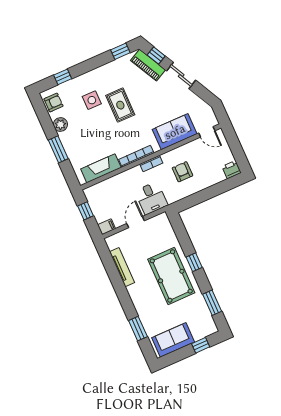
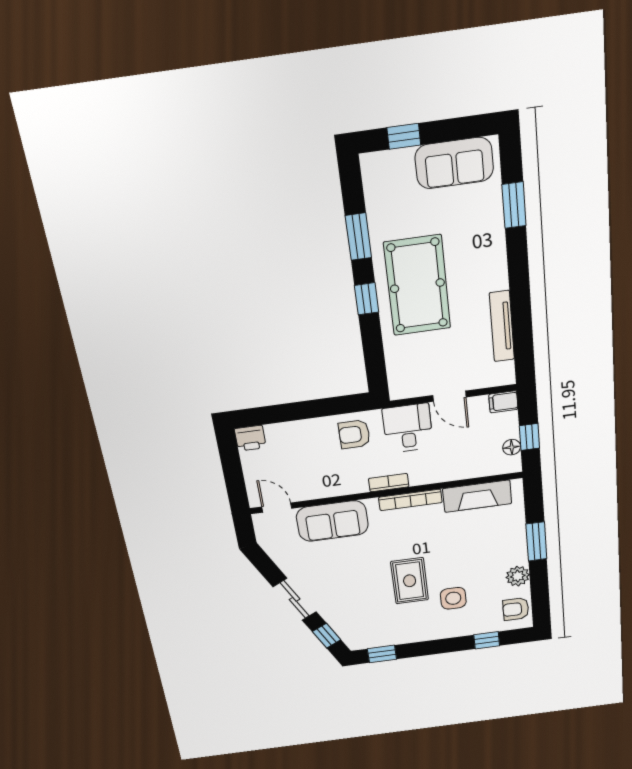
piano: (148, 65) -> (344, 626), removed
armchair: (182, 172) -> (354, 434), moved, turned 90
floor lamp: (93, 202) -> (512, 447), added
door: (136, 222) -> (449, 396), hinge flipped
window: (212, 303) -> (358, 237), moved

